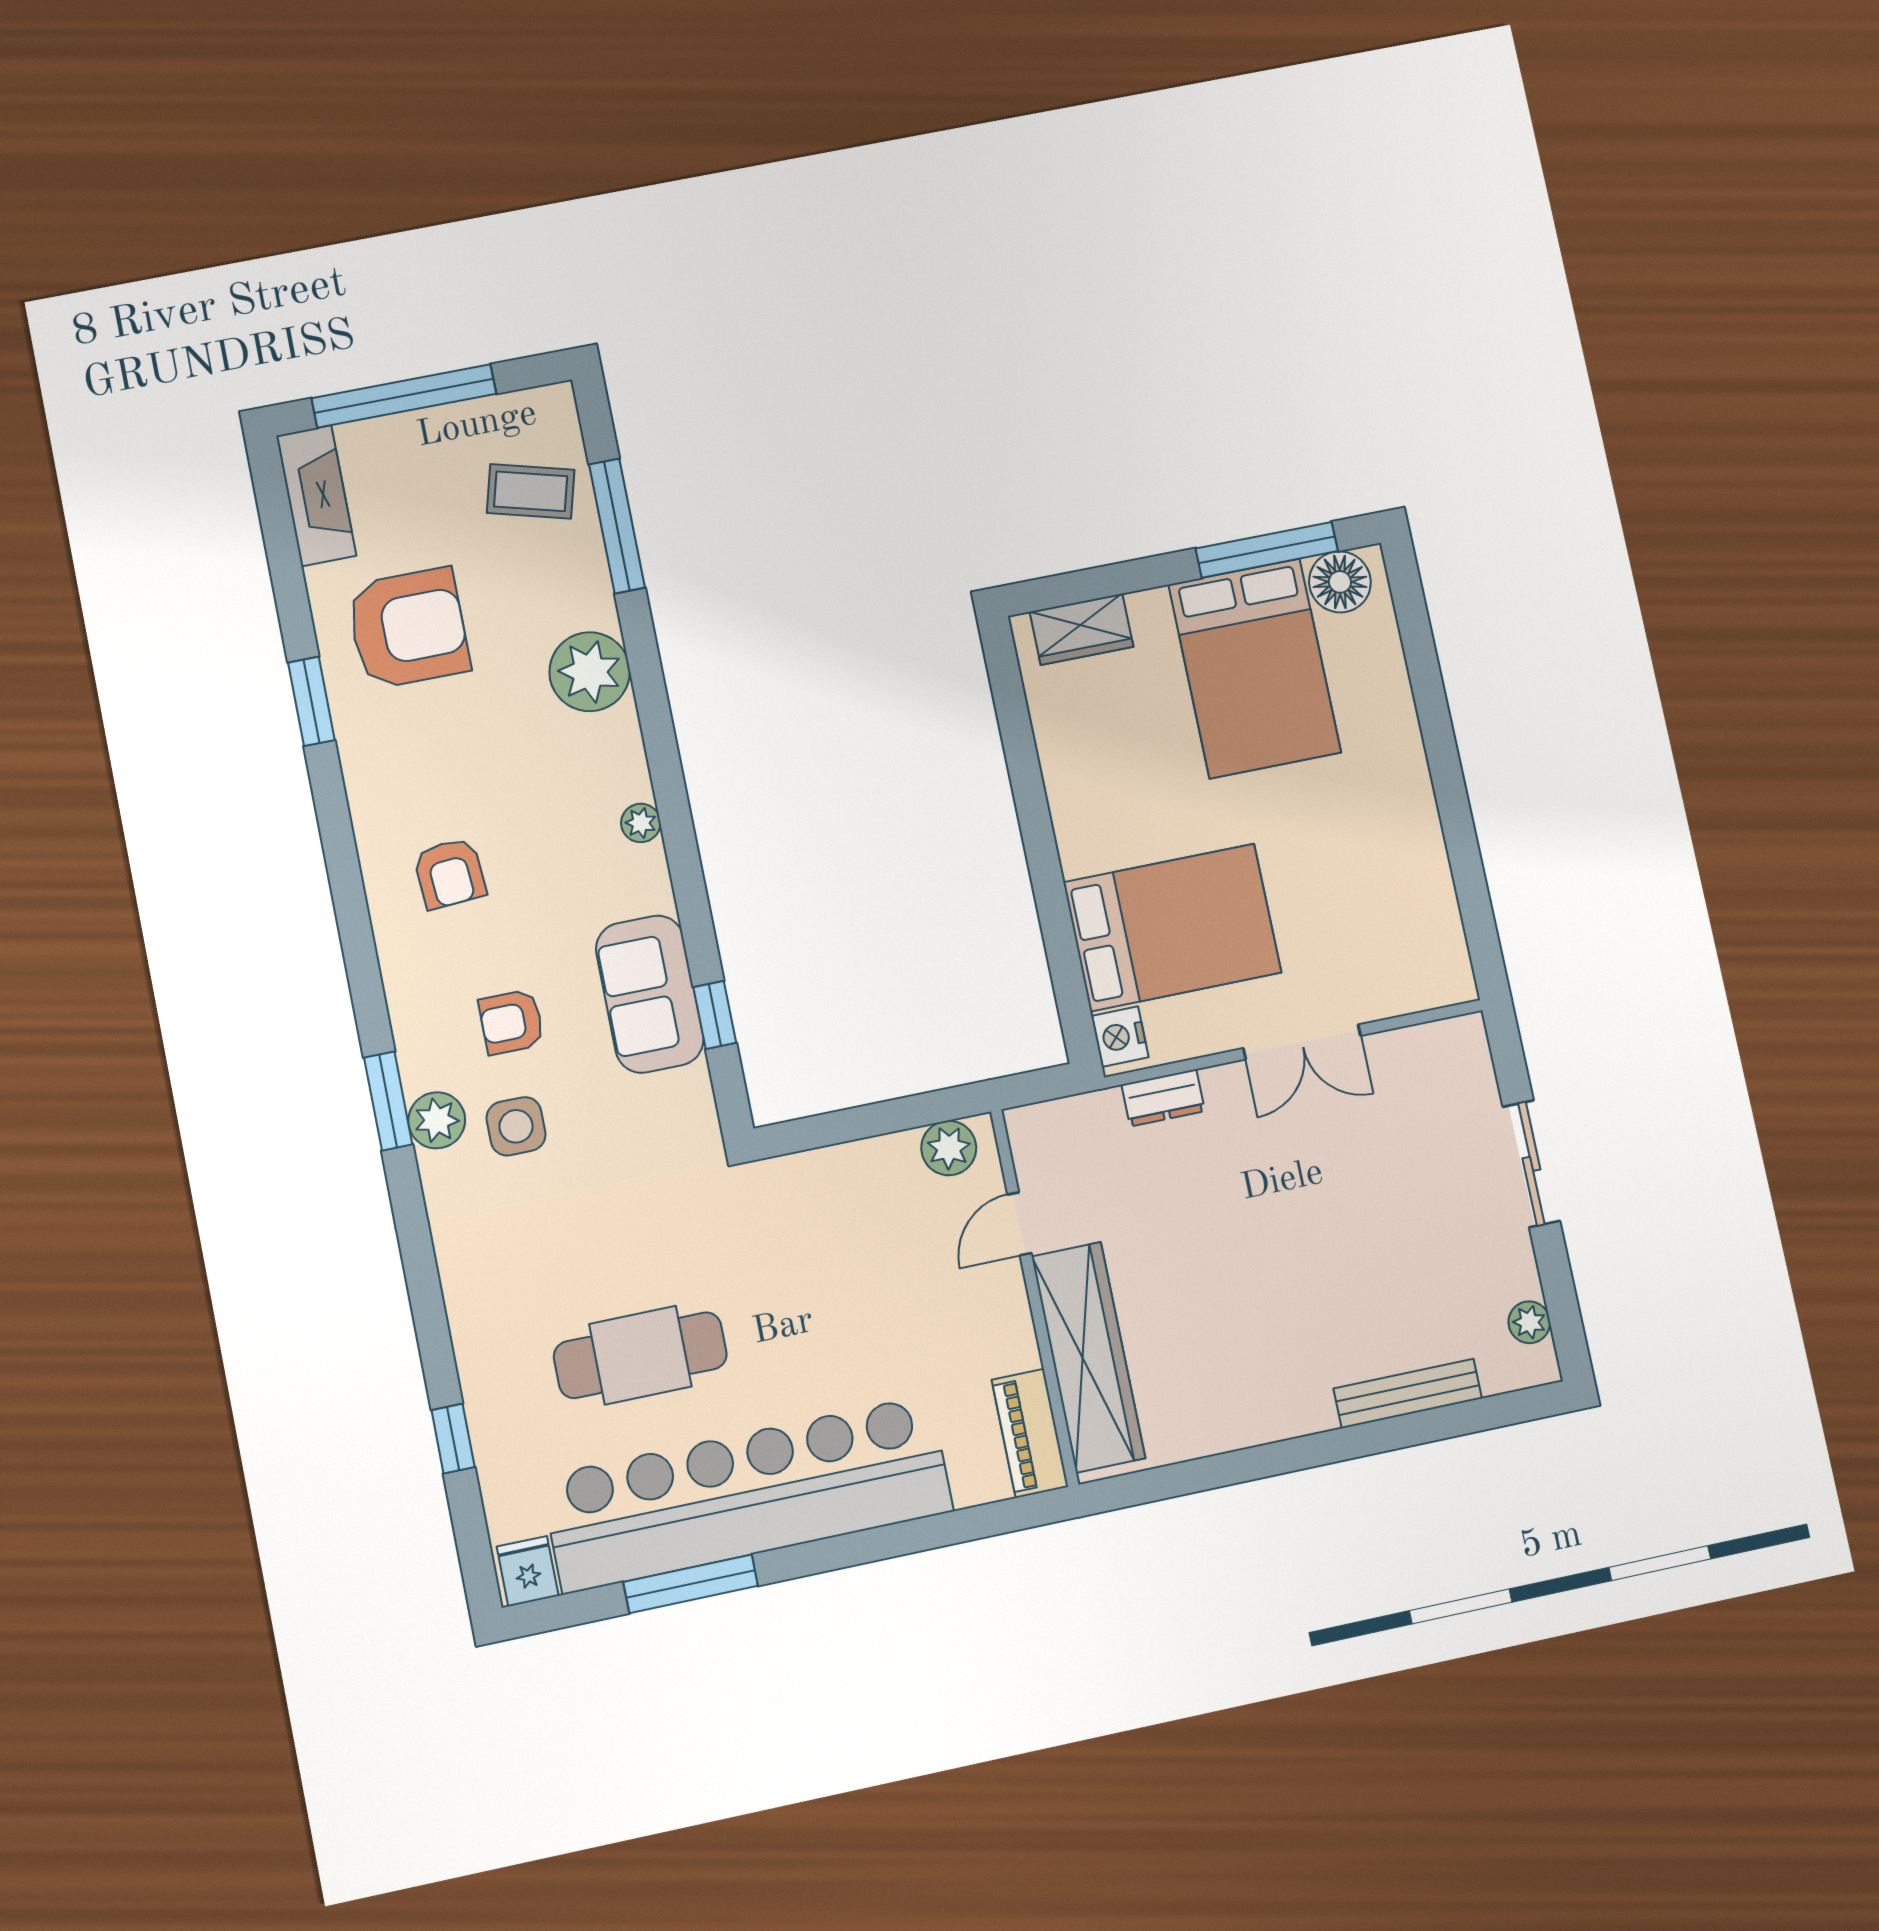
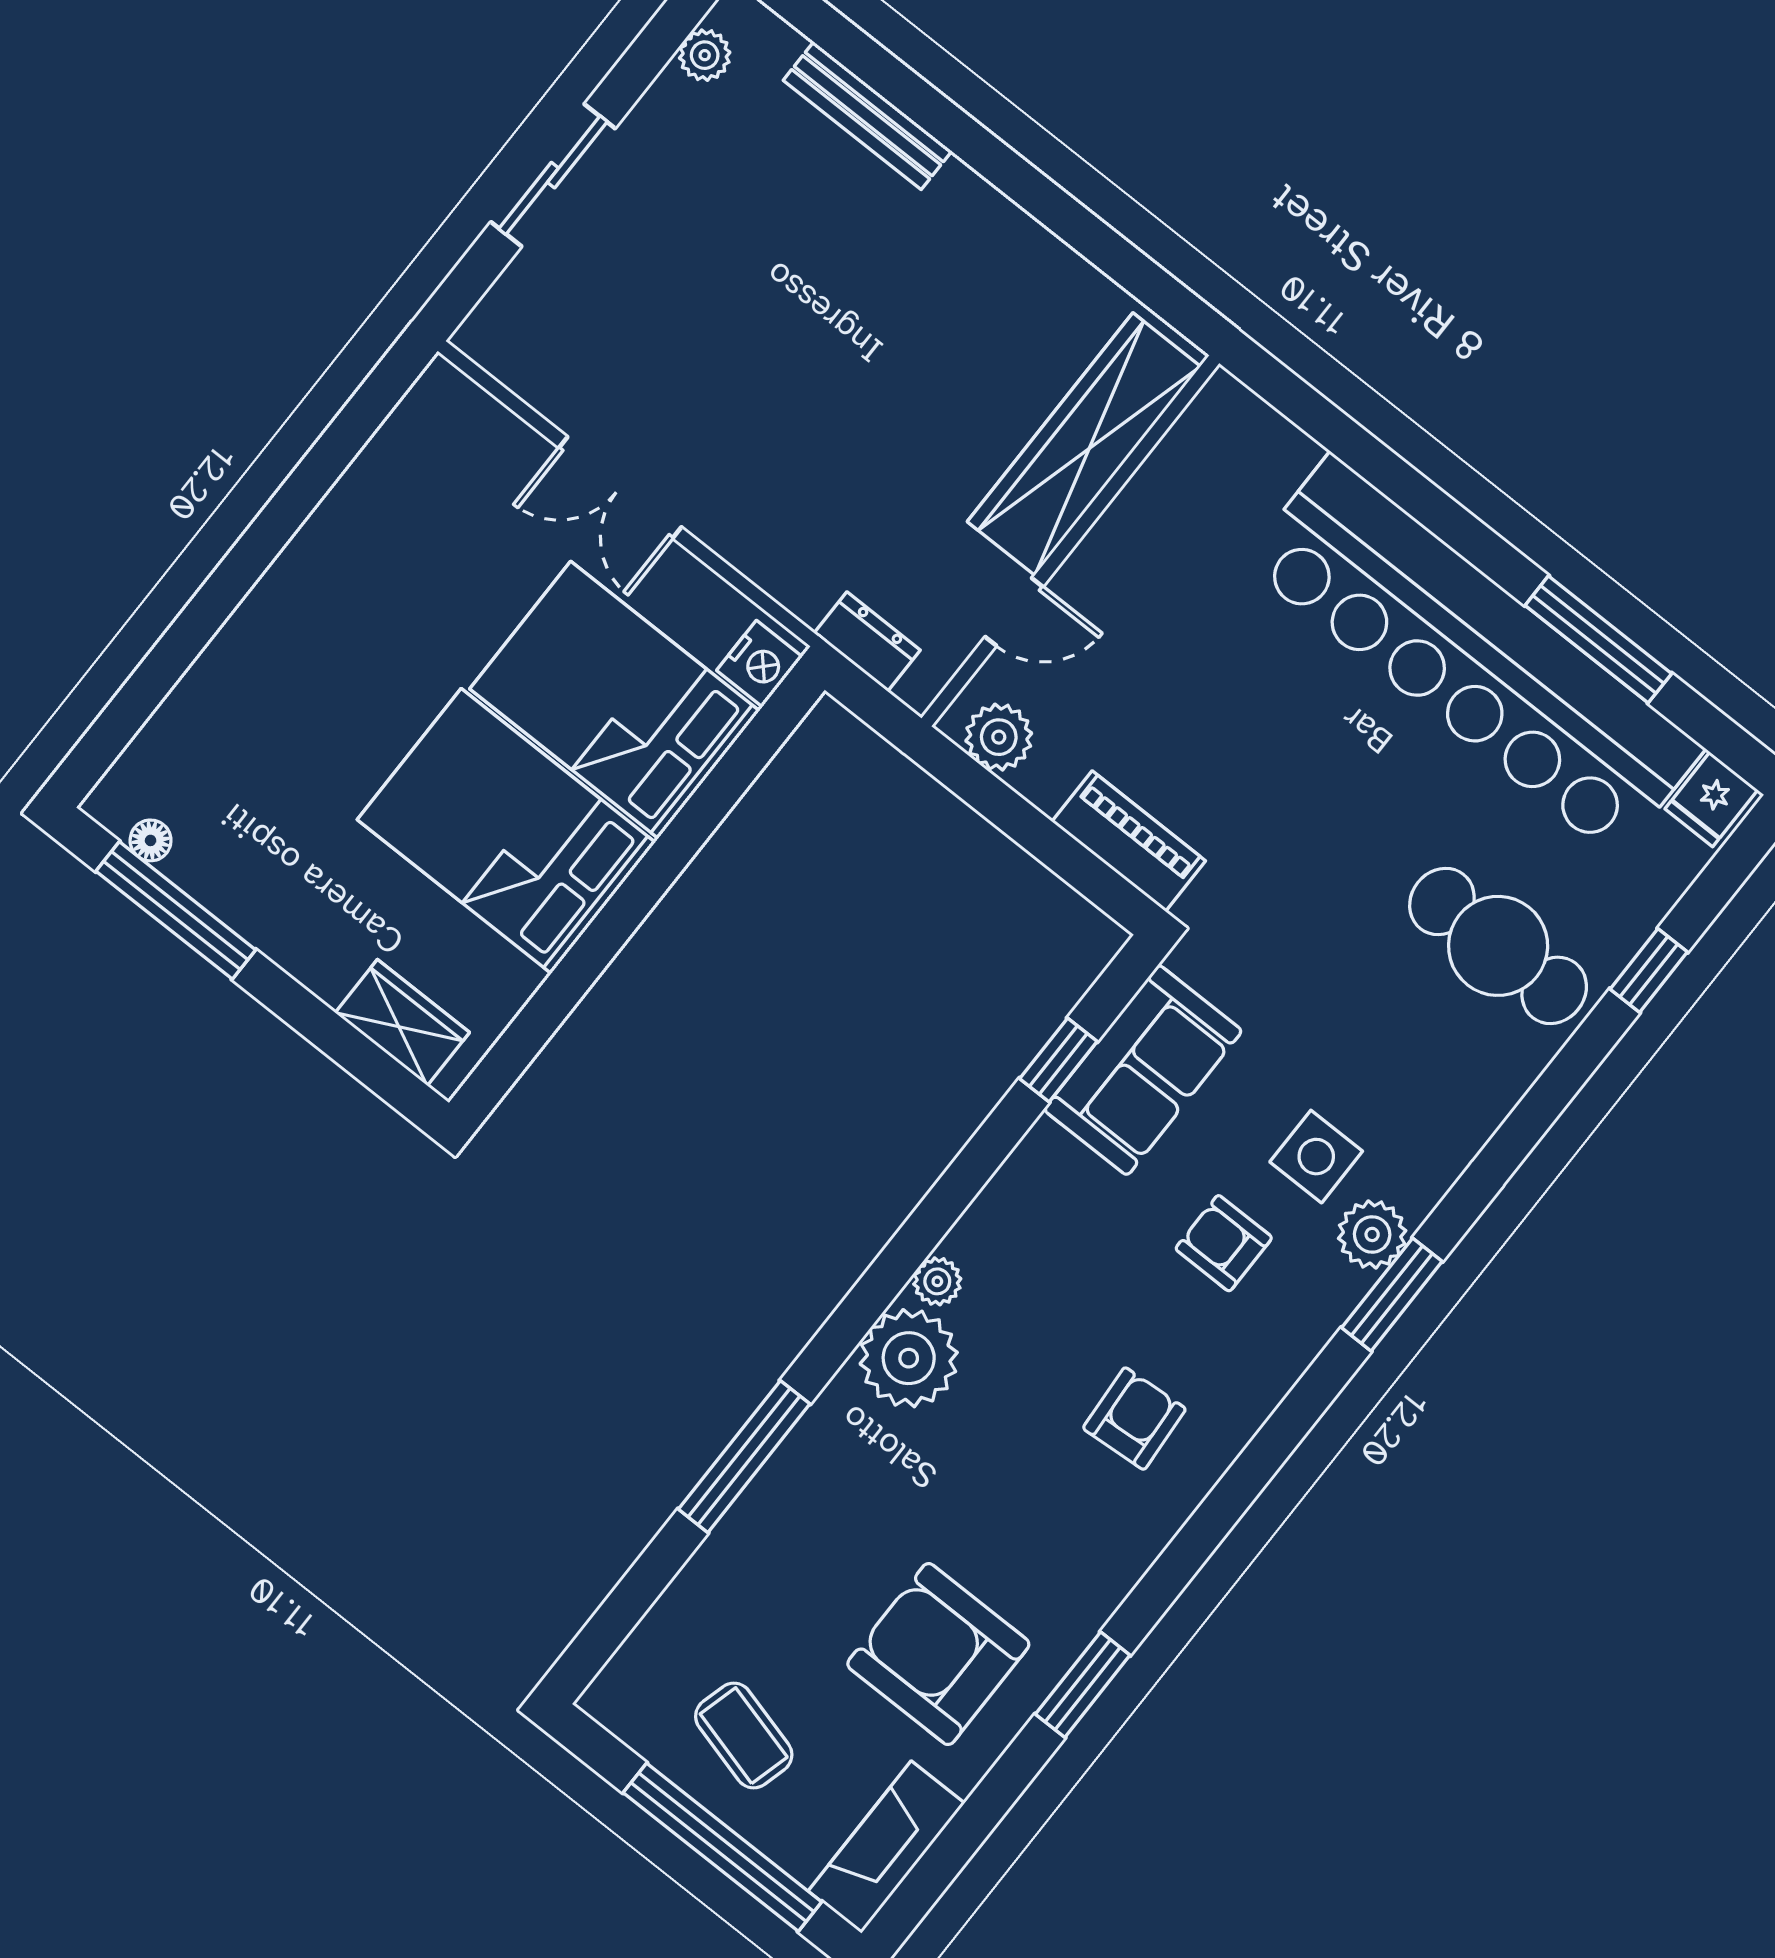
coffee table: (531, 491) -> (744, 1736), moved
window: (617, 526) -> (744, 1457), moved
floor lamp: (1340, 582) -> (151, 840), width x0.53, depth x0.53
bed: (1255, 668) -> (506, 831), moved, turned -90
plant: (590, 672) -> (909, 1358), moved
sofa: (650, 994) -> (1143, 1070), moved
armchair: (511, 1022) -> (1224, 1243), turned 180
double door: (1302, 1042) -> (620, 487), swing flipped
dresser: (1163, 1098) -> (867, 642), moved
cafe table: (640, 1355) -> (1498, 946), moved
piano: (1030, 1433) -> (1129, 841), moved, turned -90

